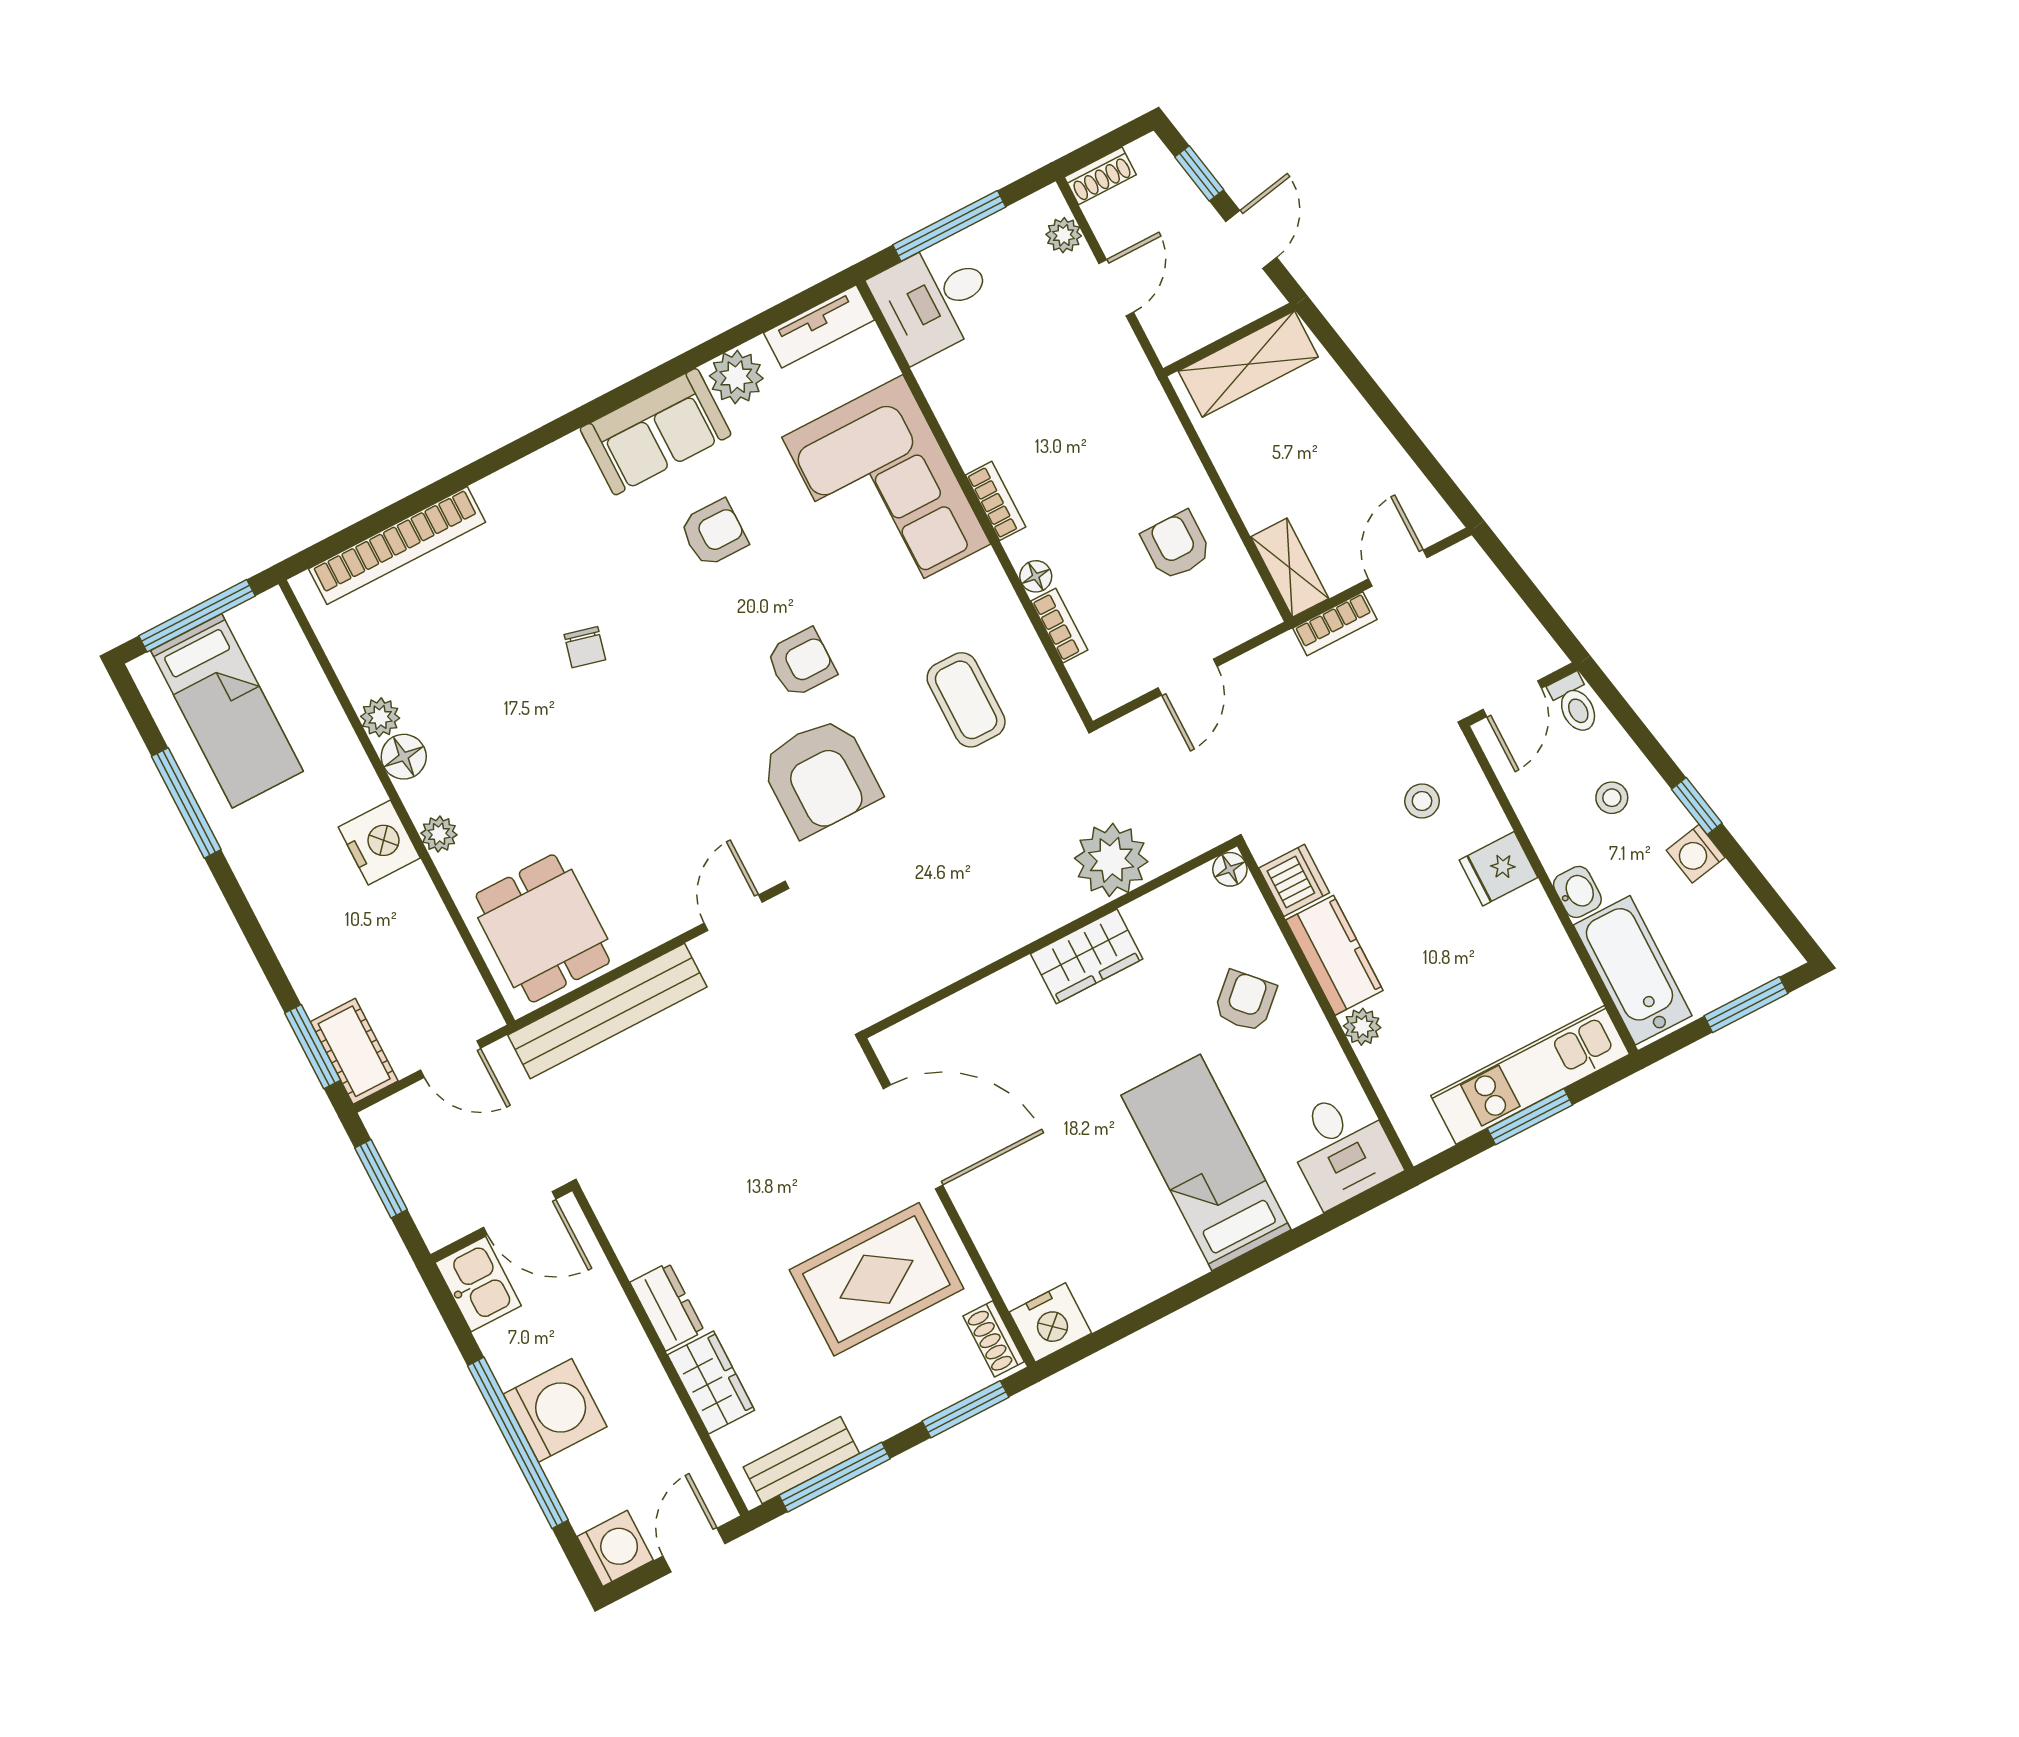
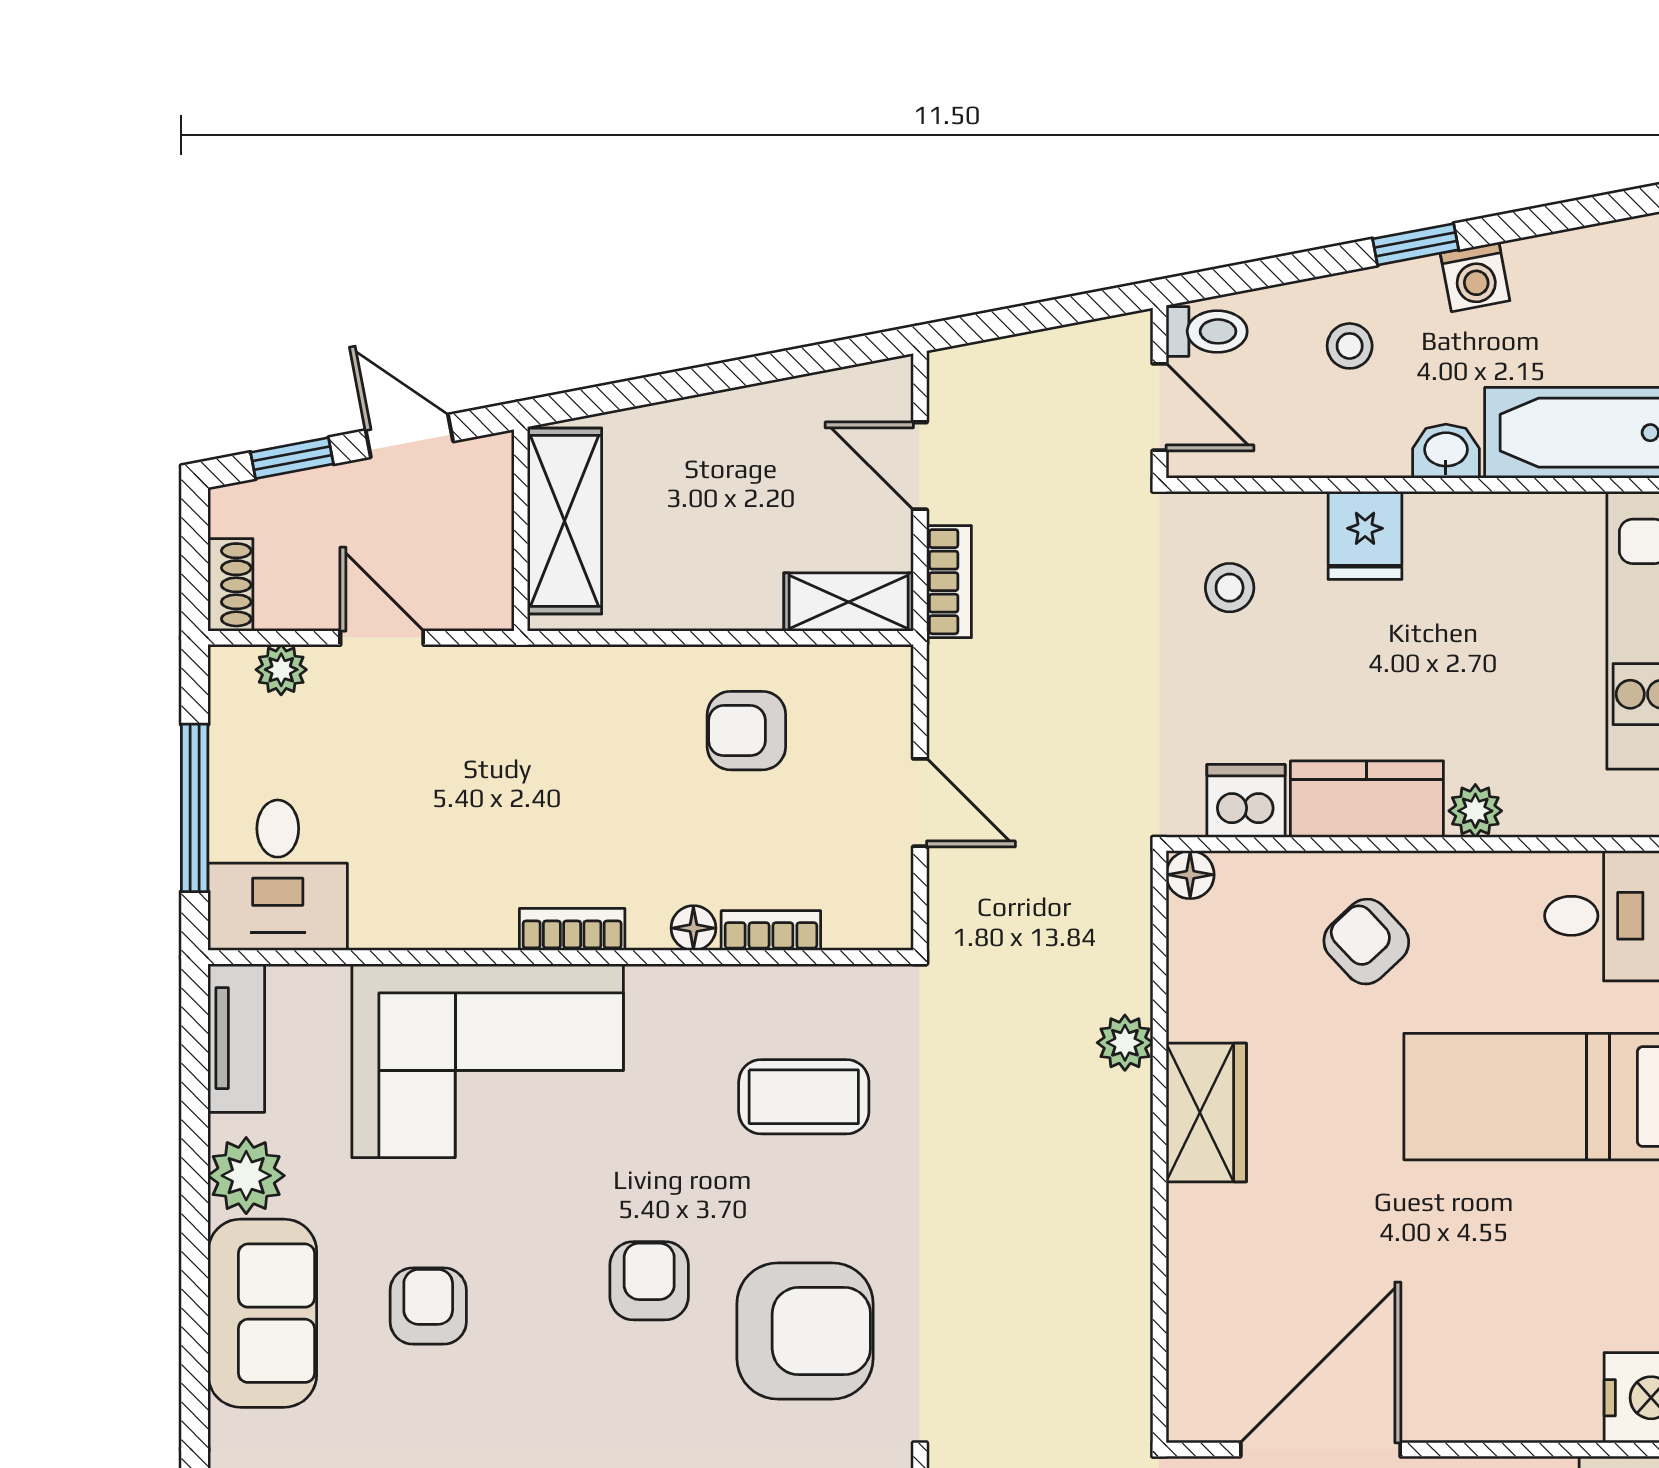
plant: (1111, 860) -> (1125, 1043), width x0.53, depth x0.53

